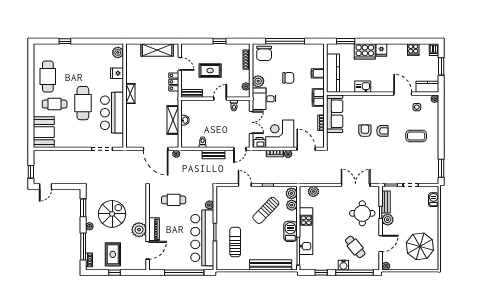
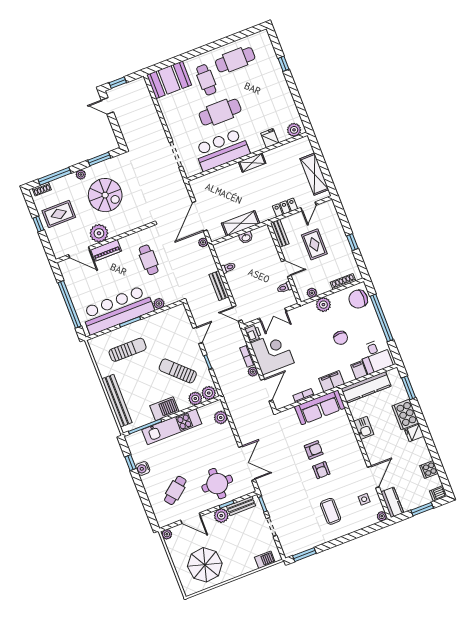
desk: (264, 99) -> (376, 356), moved, turned 180
water cooler: (343, 265) -> (143, 468), moved
window: (354, 273) -> (145, 501), removed

